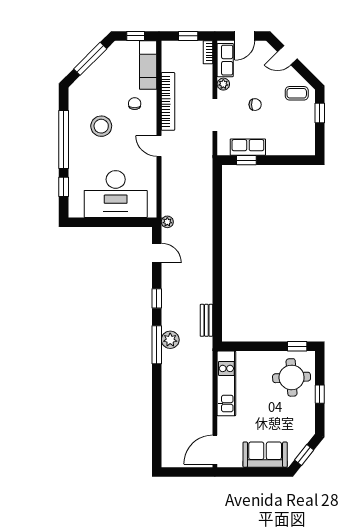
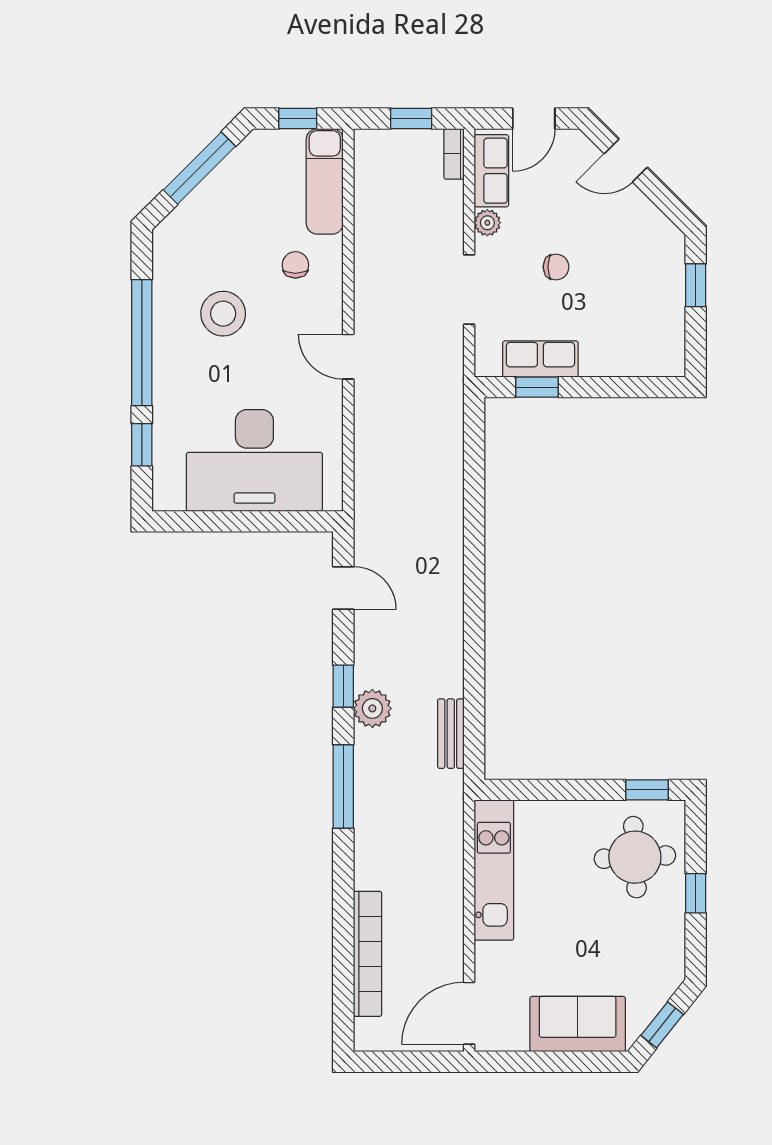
coffee table: (297, 93) -> (646, 242), removed
bookcase: (168, 101) -> (367, 954), moved
plant: (167, 222) -> (366, 521), removed
plant: (170, 340) -> (372, 708), moved

